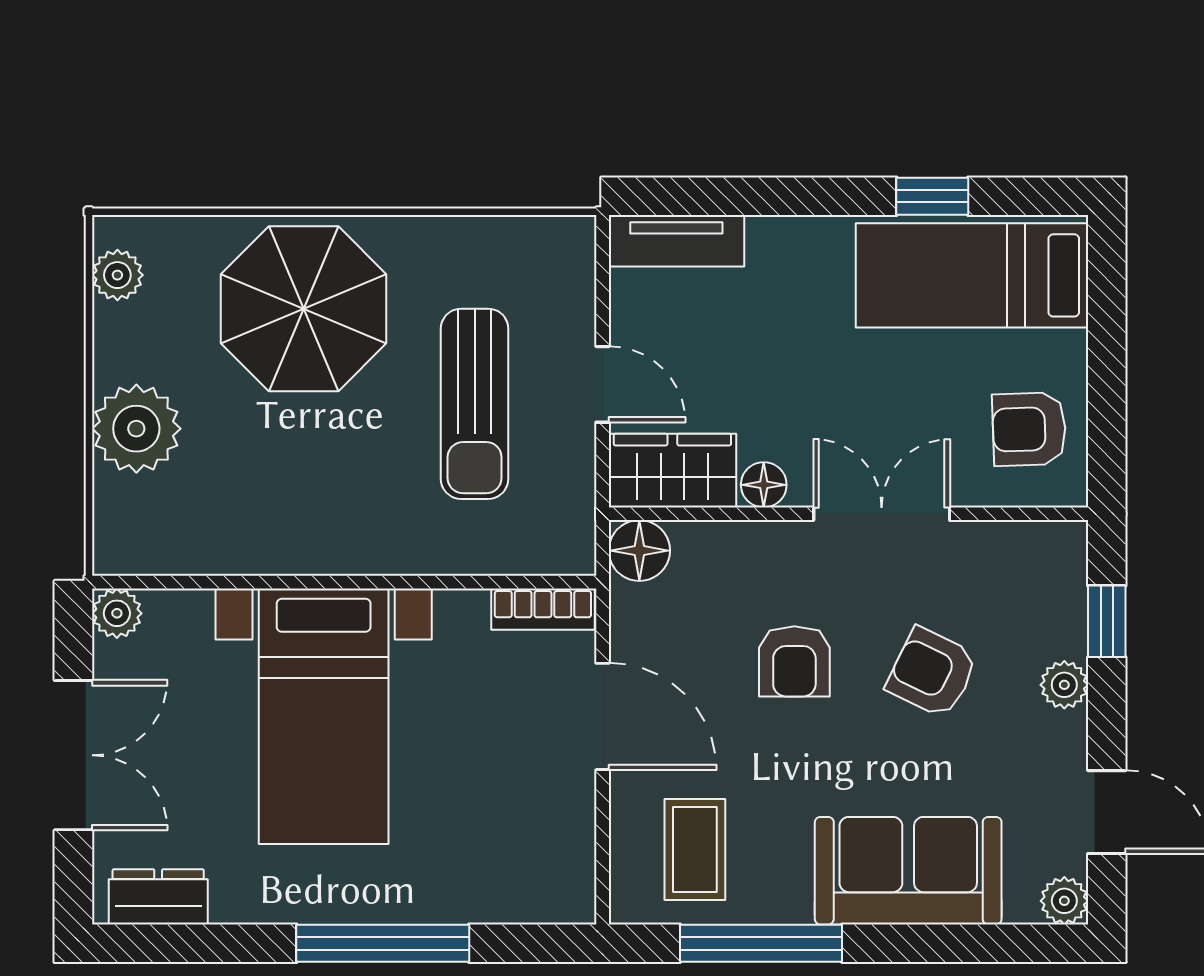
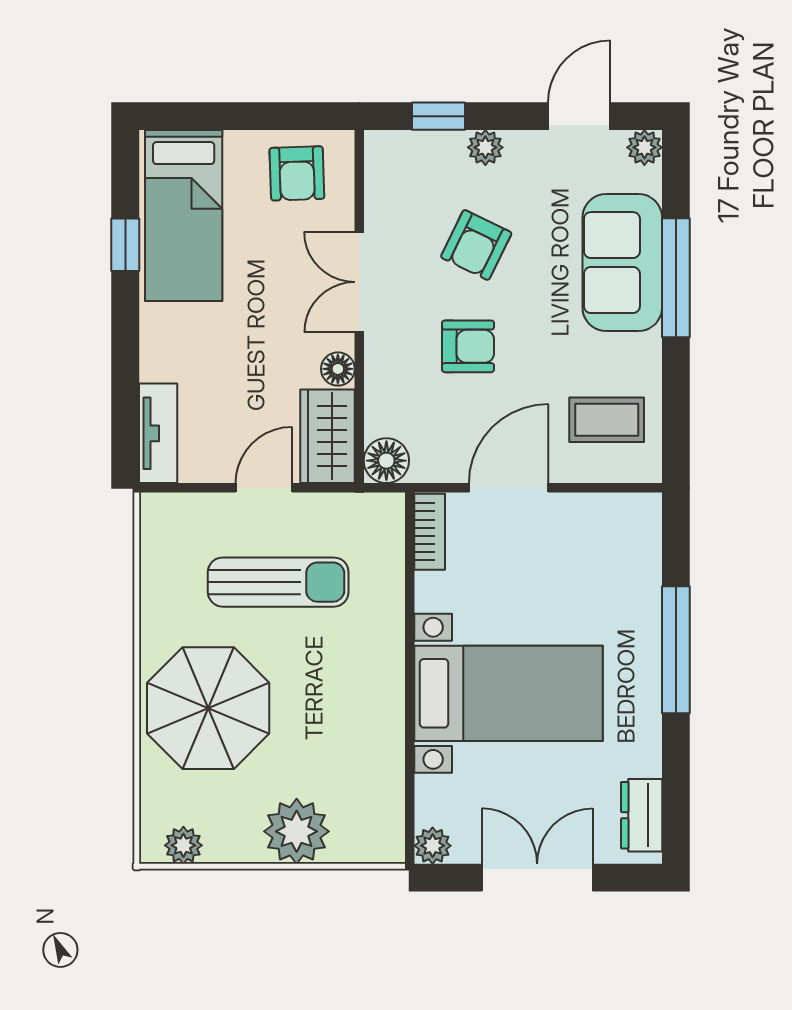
window: (761, 943) -> (676, 278), moved

